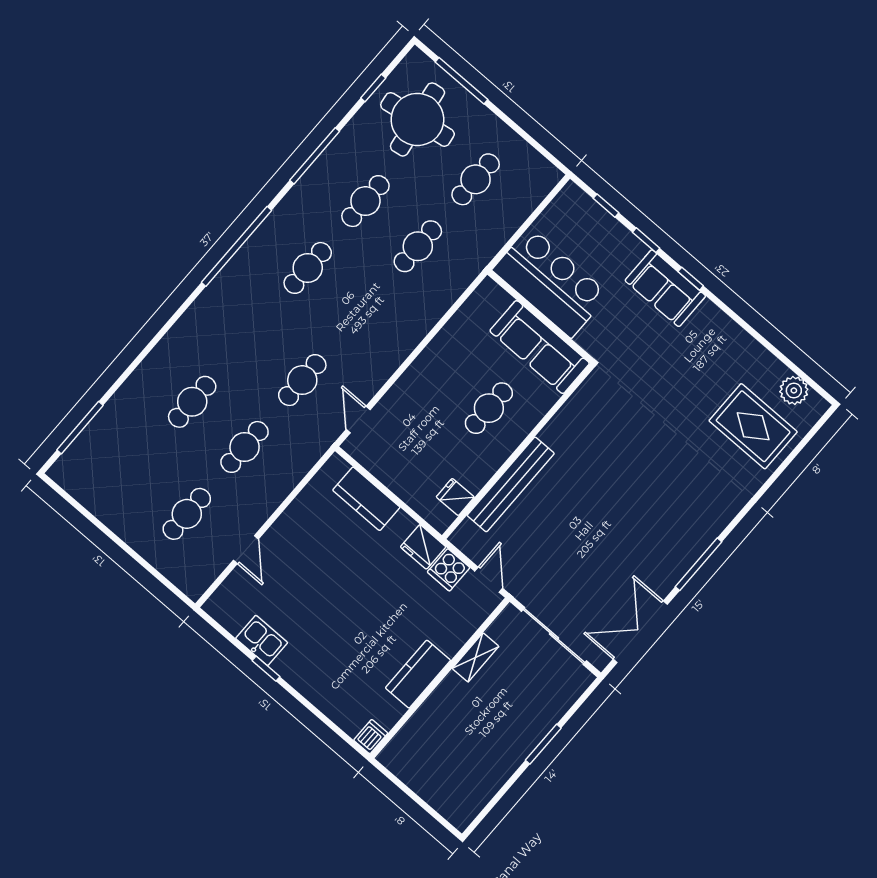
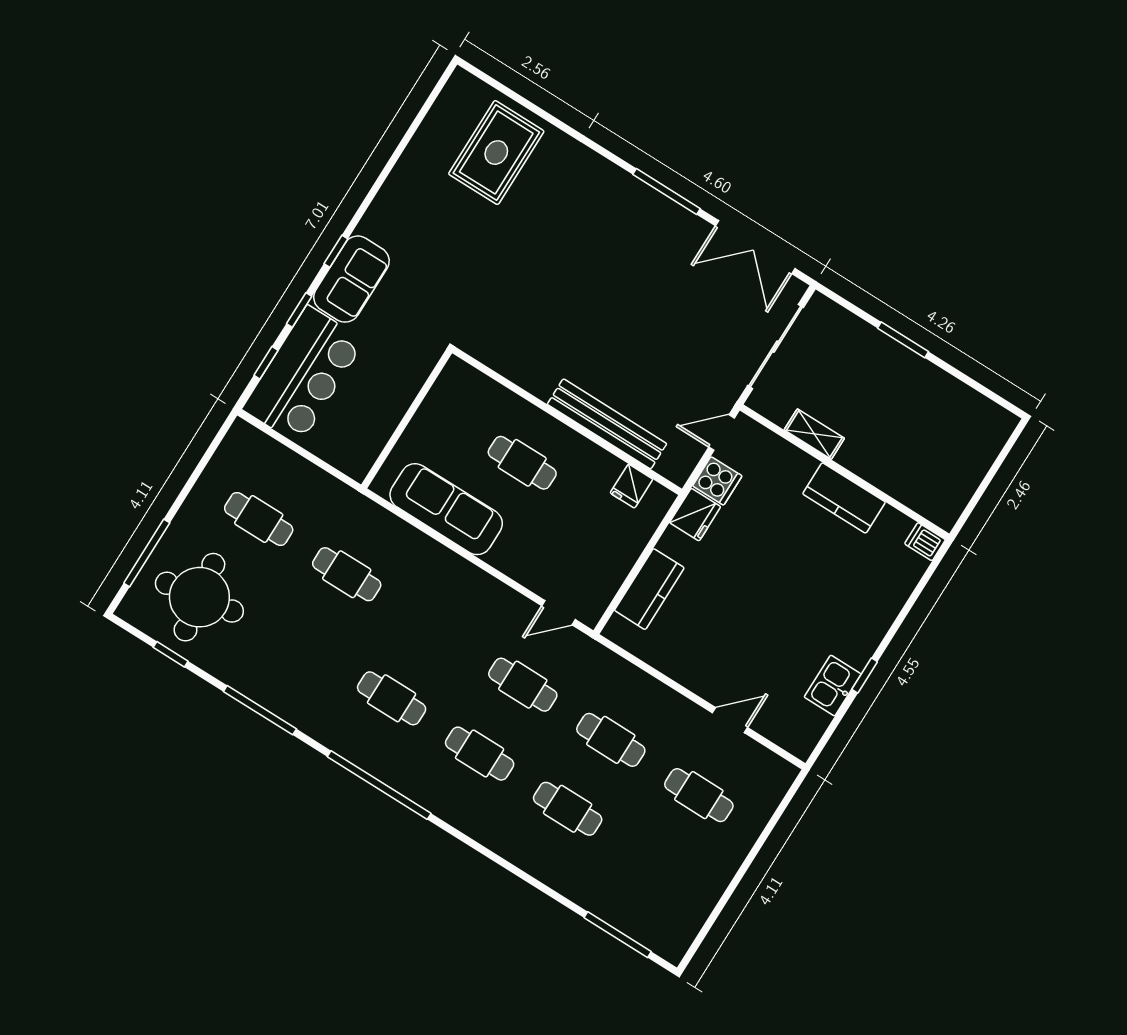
cafe table: (365, 201) -> (480, 754), moved
bar counter: (551, 282) -> (303, 375), moved, turned 180
sofa: (540, 347) -> (446, 509), moved, turned -90
plant: (794, 390) -> (447, 112), removed

